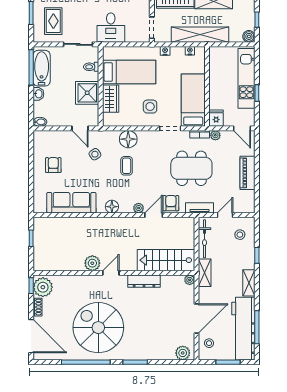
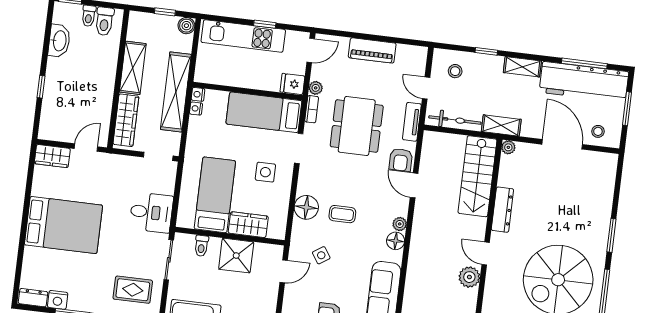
nightstand: (165, 51) -> (198, 94), moved
armchair: (171, 203) -> (401, 160), turned -90
plant: (139, 208) -> (400, 224), moved
plant: (183, 353) -> (607, 169), removed

